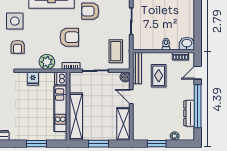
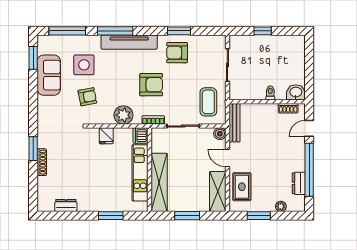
armchair: (18, 47) -> (87, 97), turned -101
rug: (159, 76) -> (242, 187), moved
dresser: (189, 113) -> (299, 183), width x0.70

